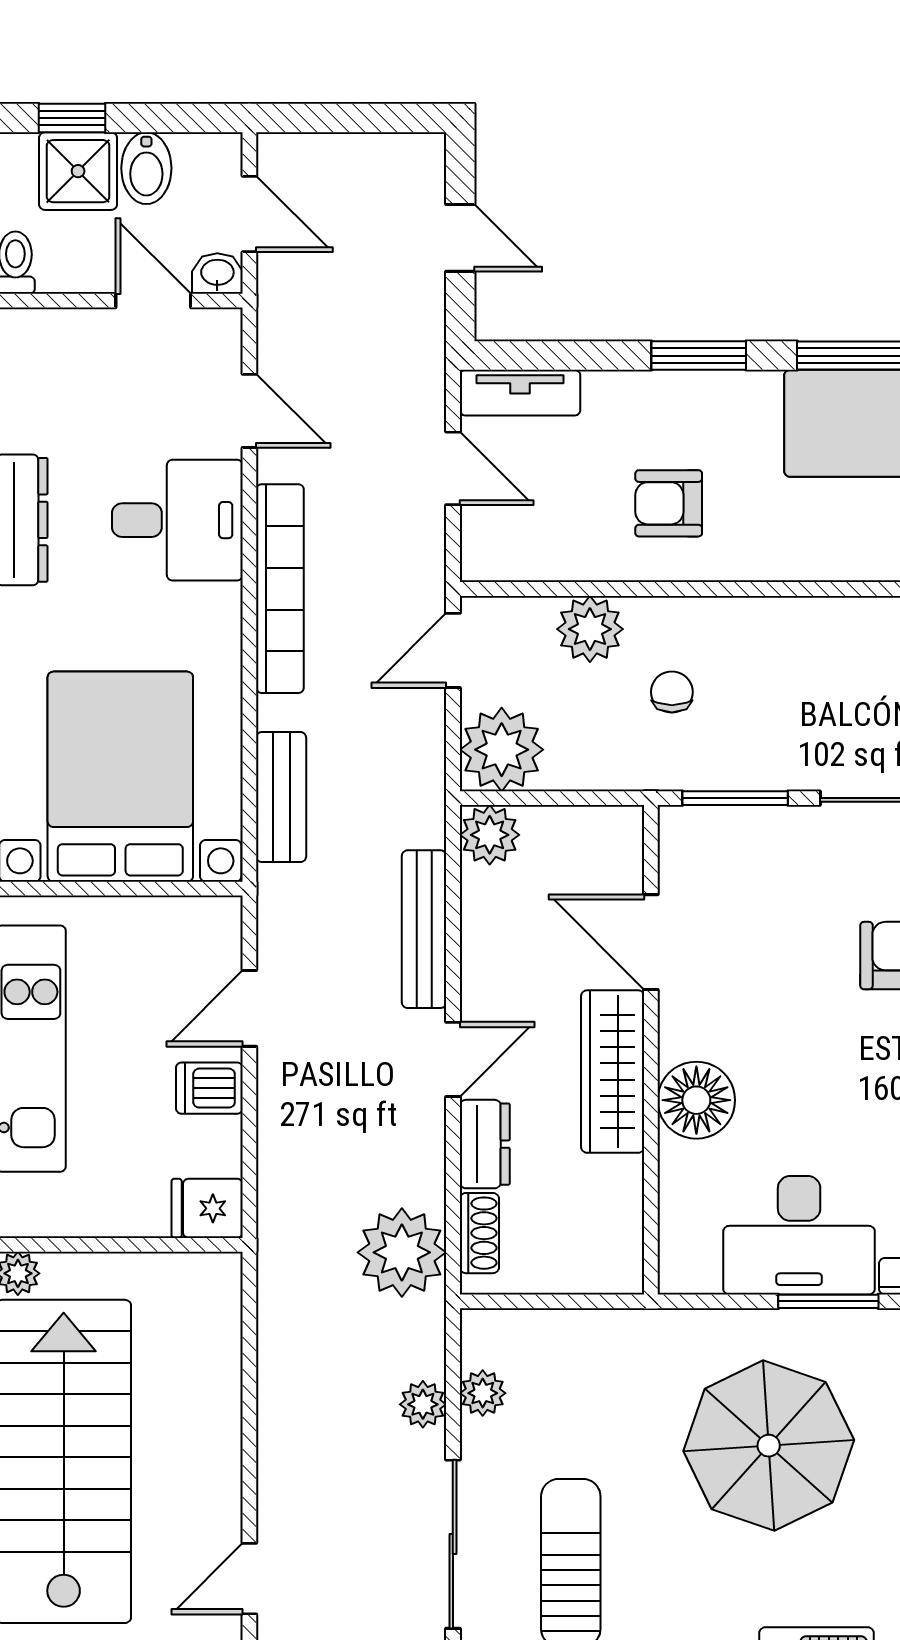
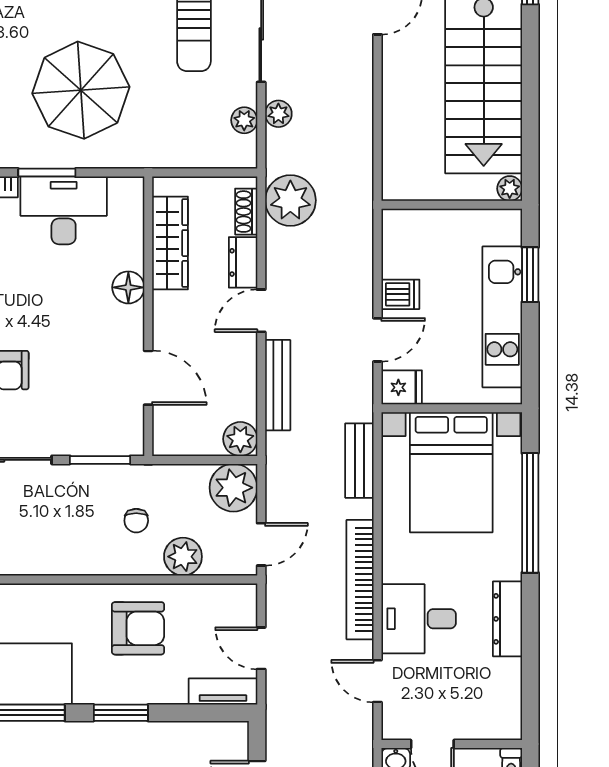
armchair: (669, 503) -> (138, 628), width x1.38, depth x1.38
wardrobe: (613, 1072) -> (170, 243), moved
floor lamp: (696, 1100) -> (128, 287), width x0.73, depth x0.73
fridge: (207, 1208) -> (402, 387), moved

